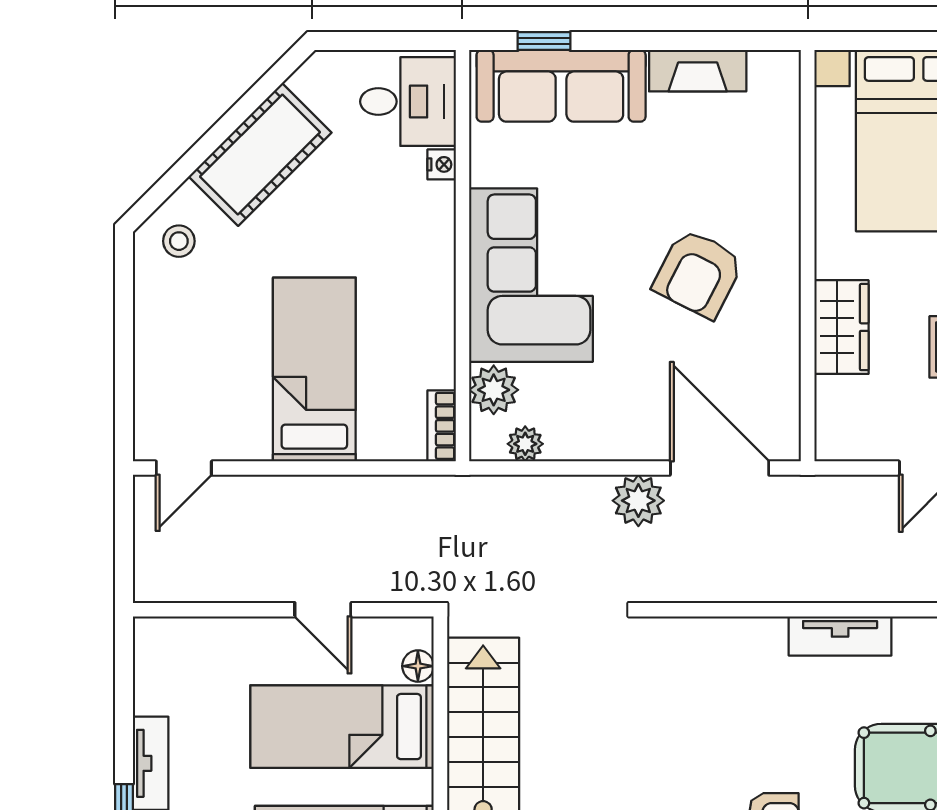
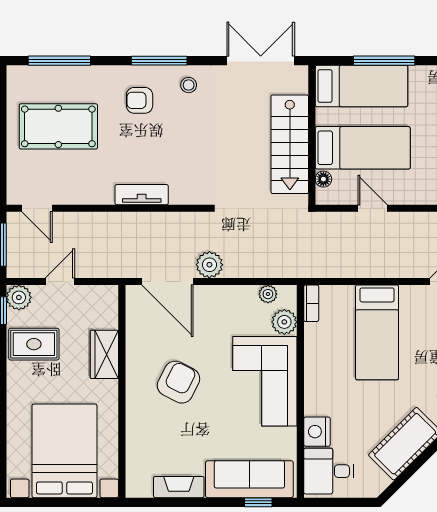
nightstand: (442, 164) -> (317, 432), width x1.89, depth x1.79
tv unit: (840, 636) -> (142, 195), moved

